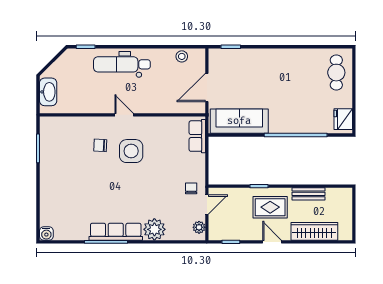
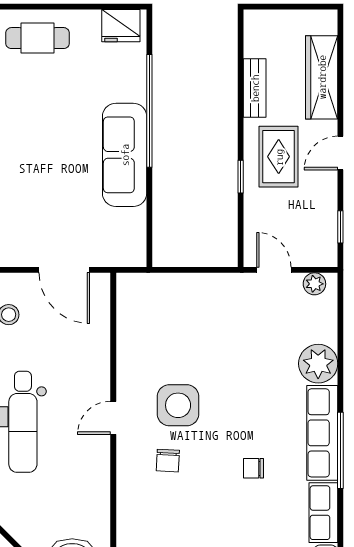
sofa: (239, 121) -> (125, 155), moved
row of seats: (197, 136) -> (323, 513), moved, turned 90
chair: (191, 188) -> (253, 468), moved

